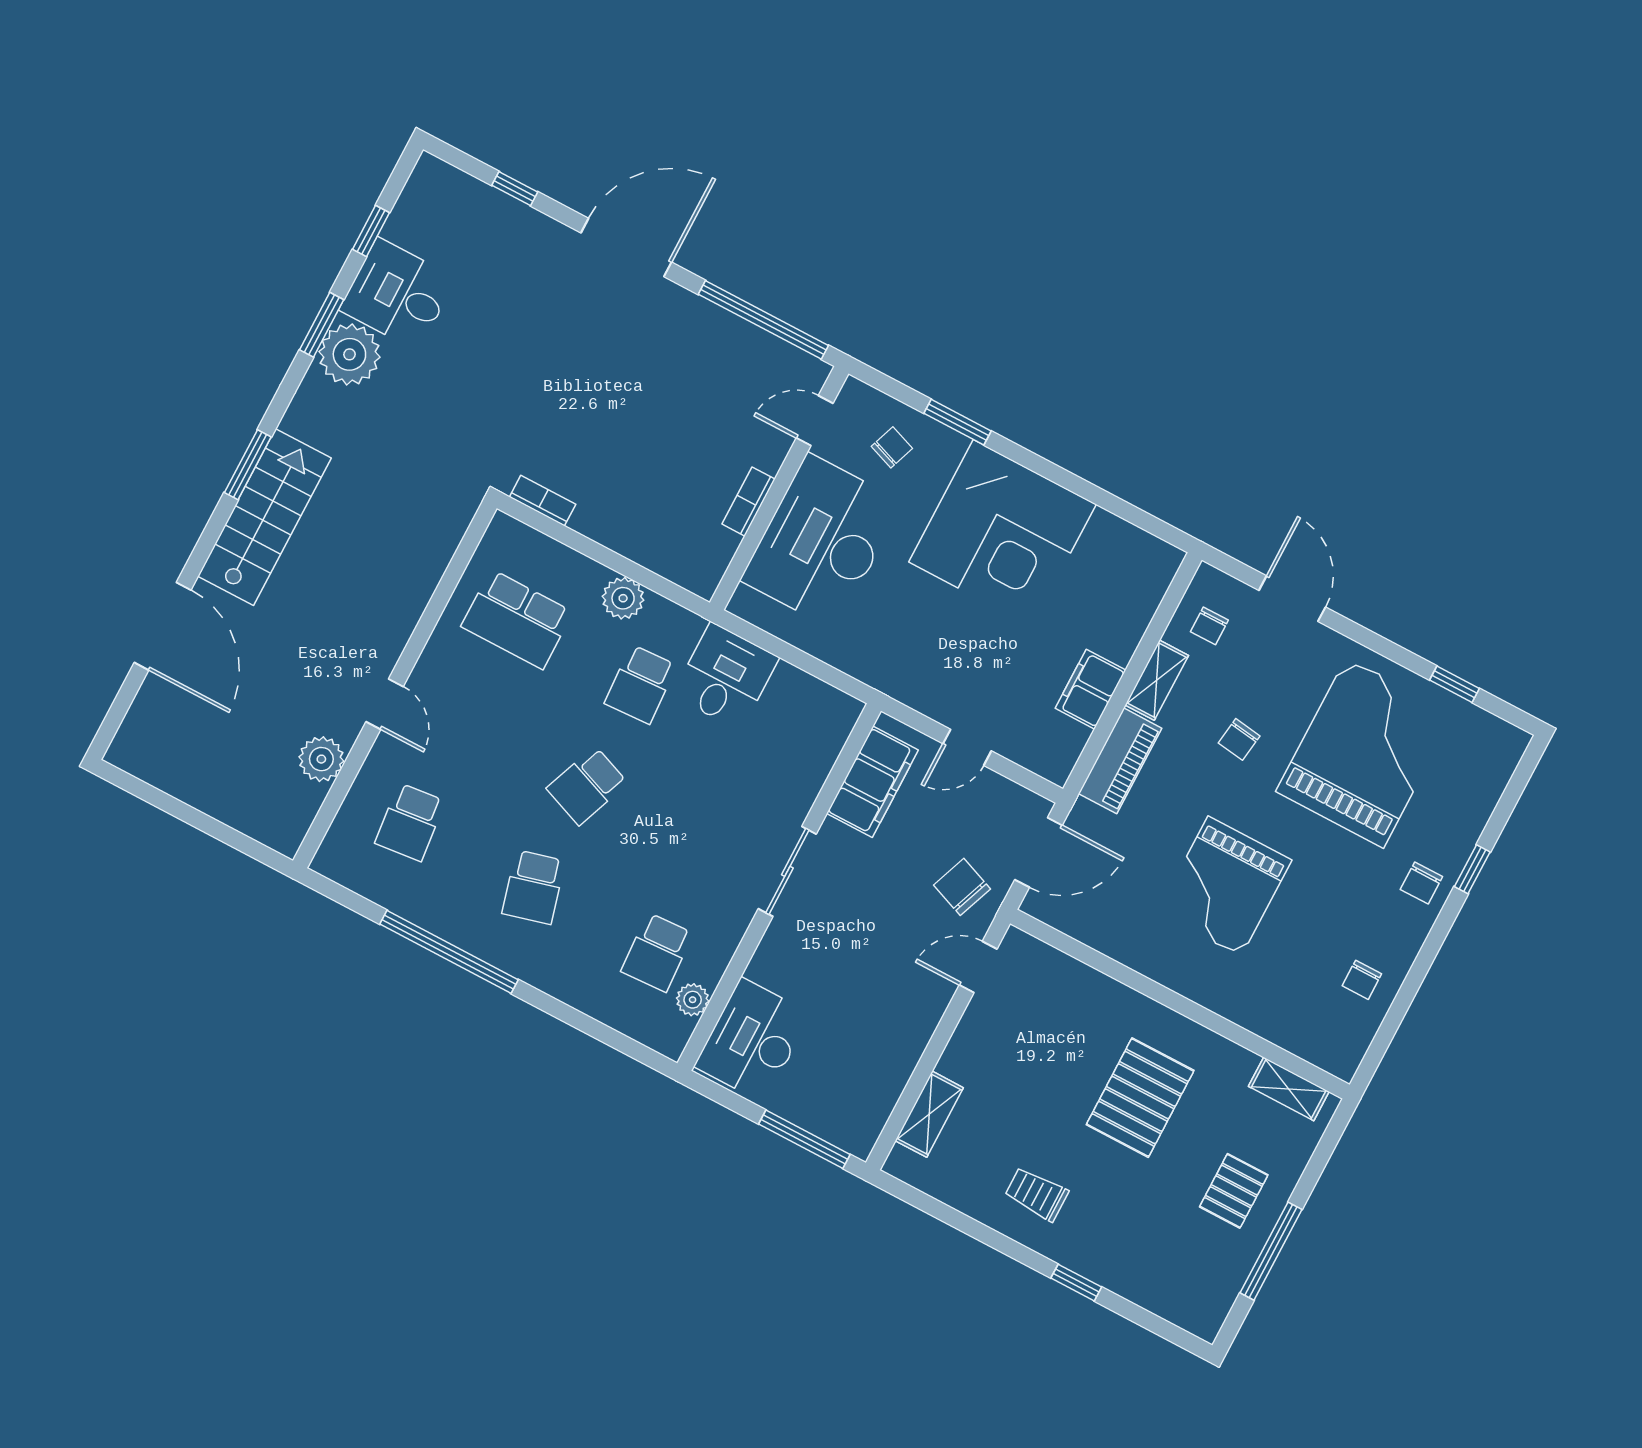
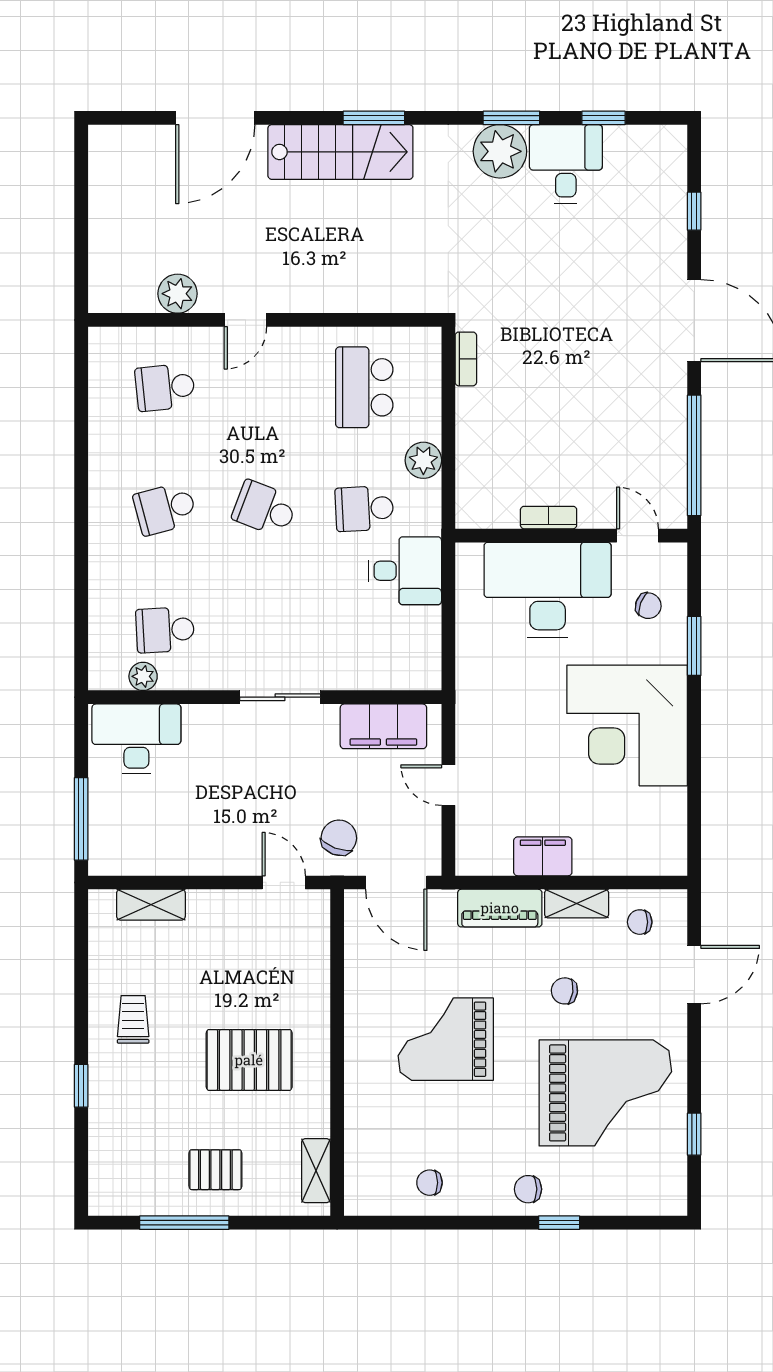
window: (449, 952) -> (81, 470), removed

